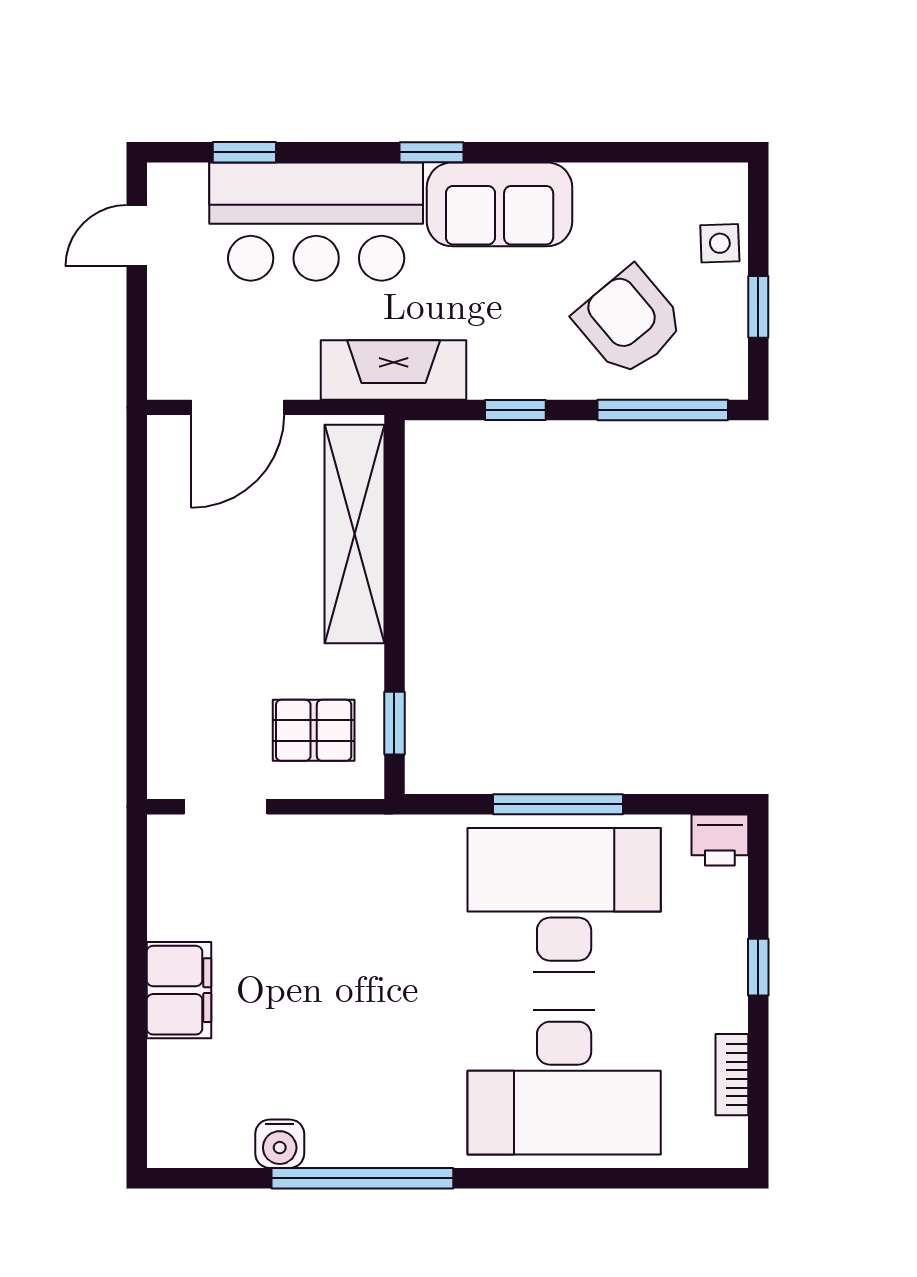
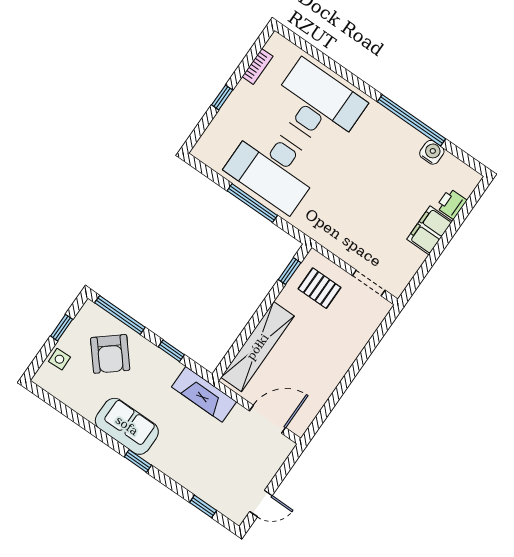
bar counter: (316, 222) -> (195, 465), removed
printer: (720, 840) -> (451, 204), moved, turned -90

